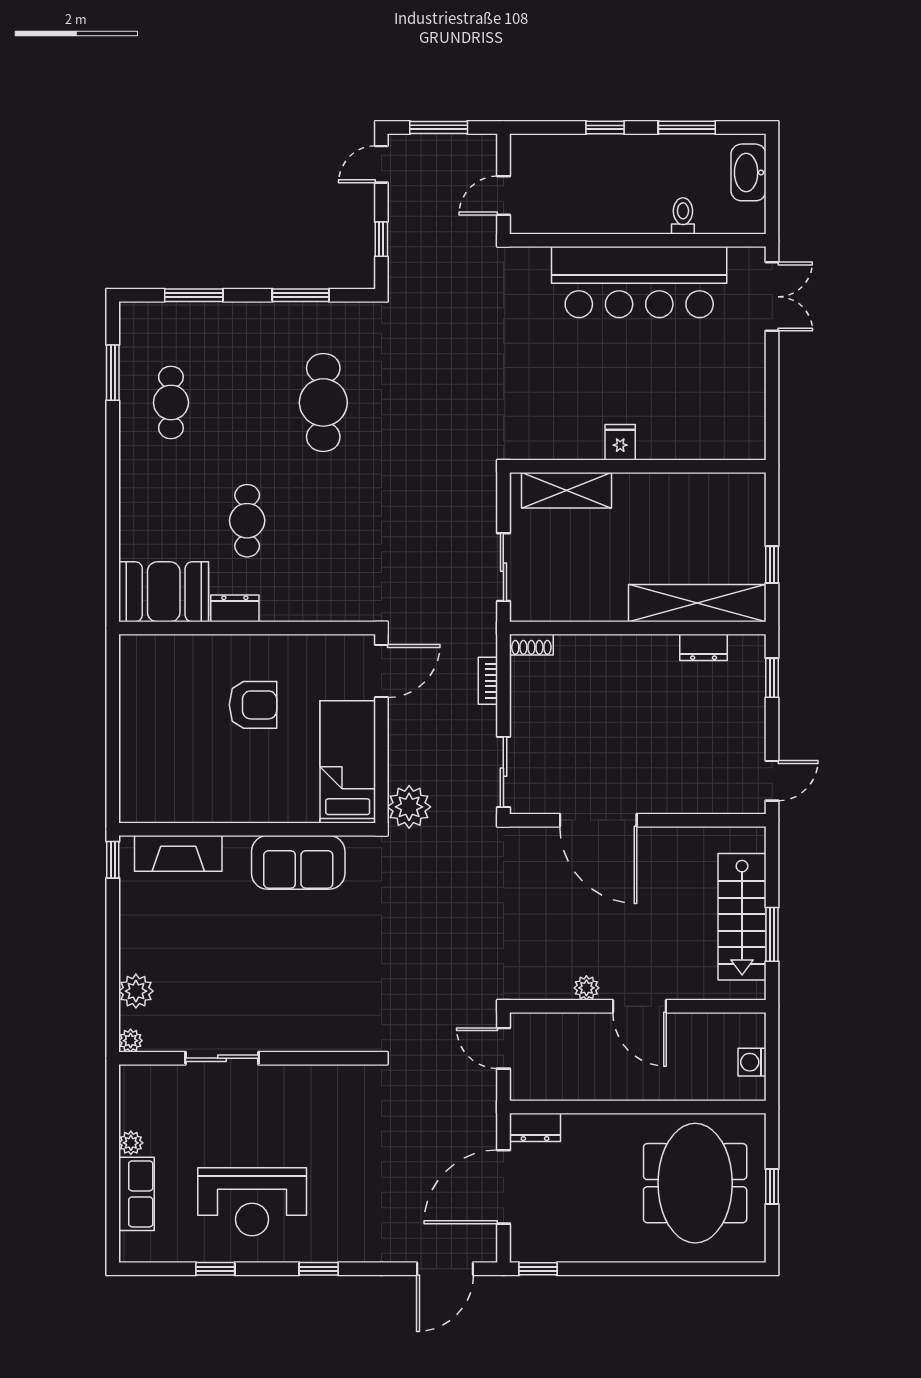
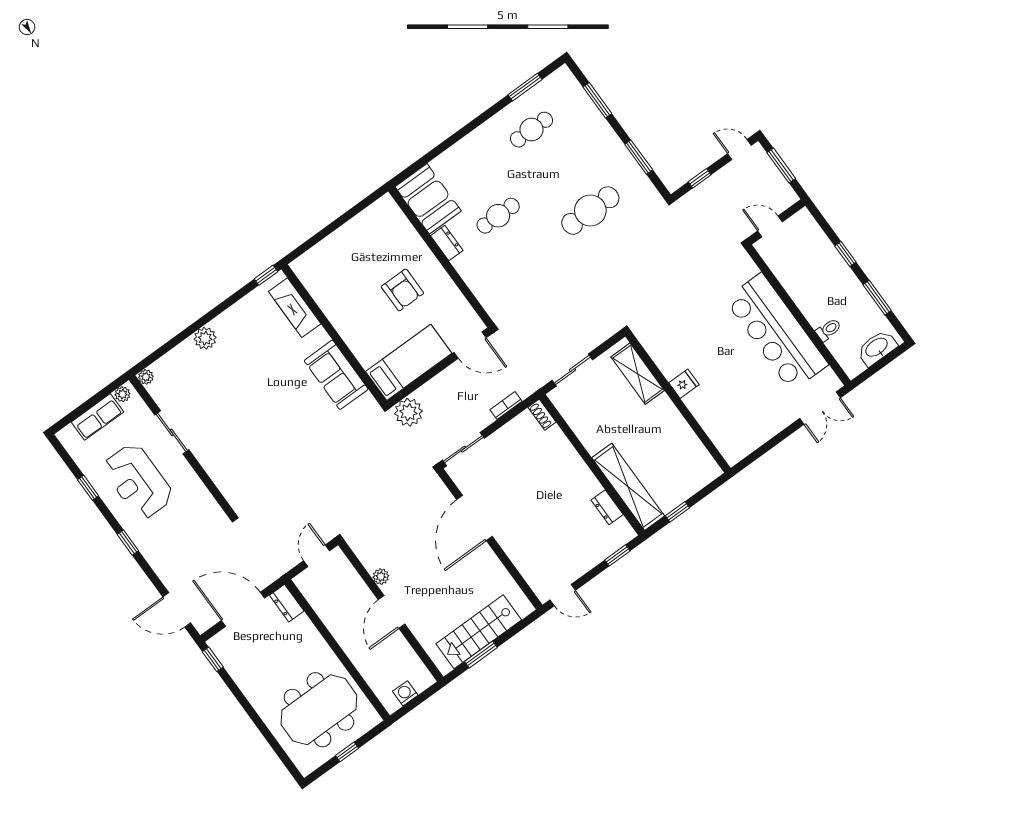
plant: (131, 1041) -> (146, 377), moved
sliding door: (222, 1058) -> (172, 432), moved
wall: (247, 1058) -> (181, 446), moved

